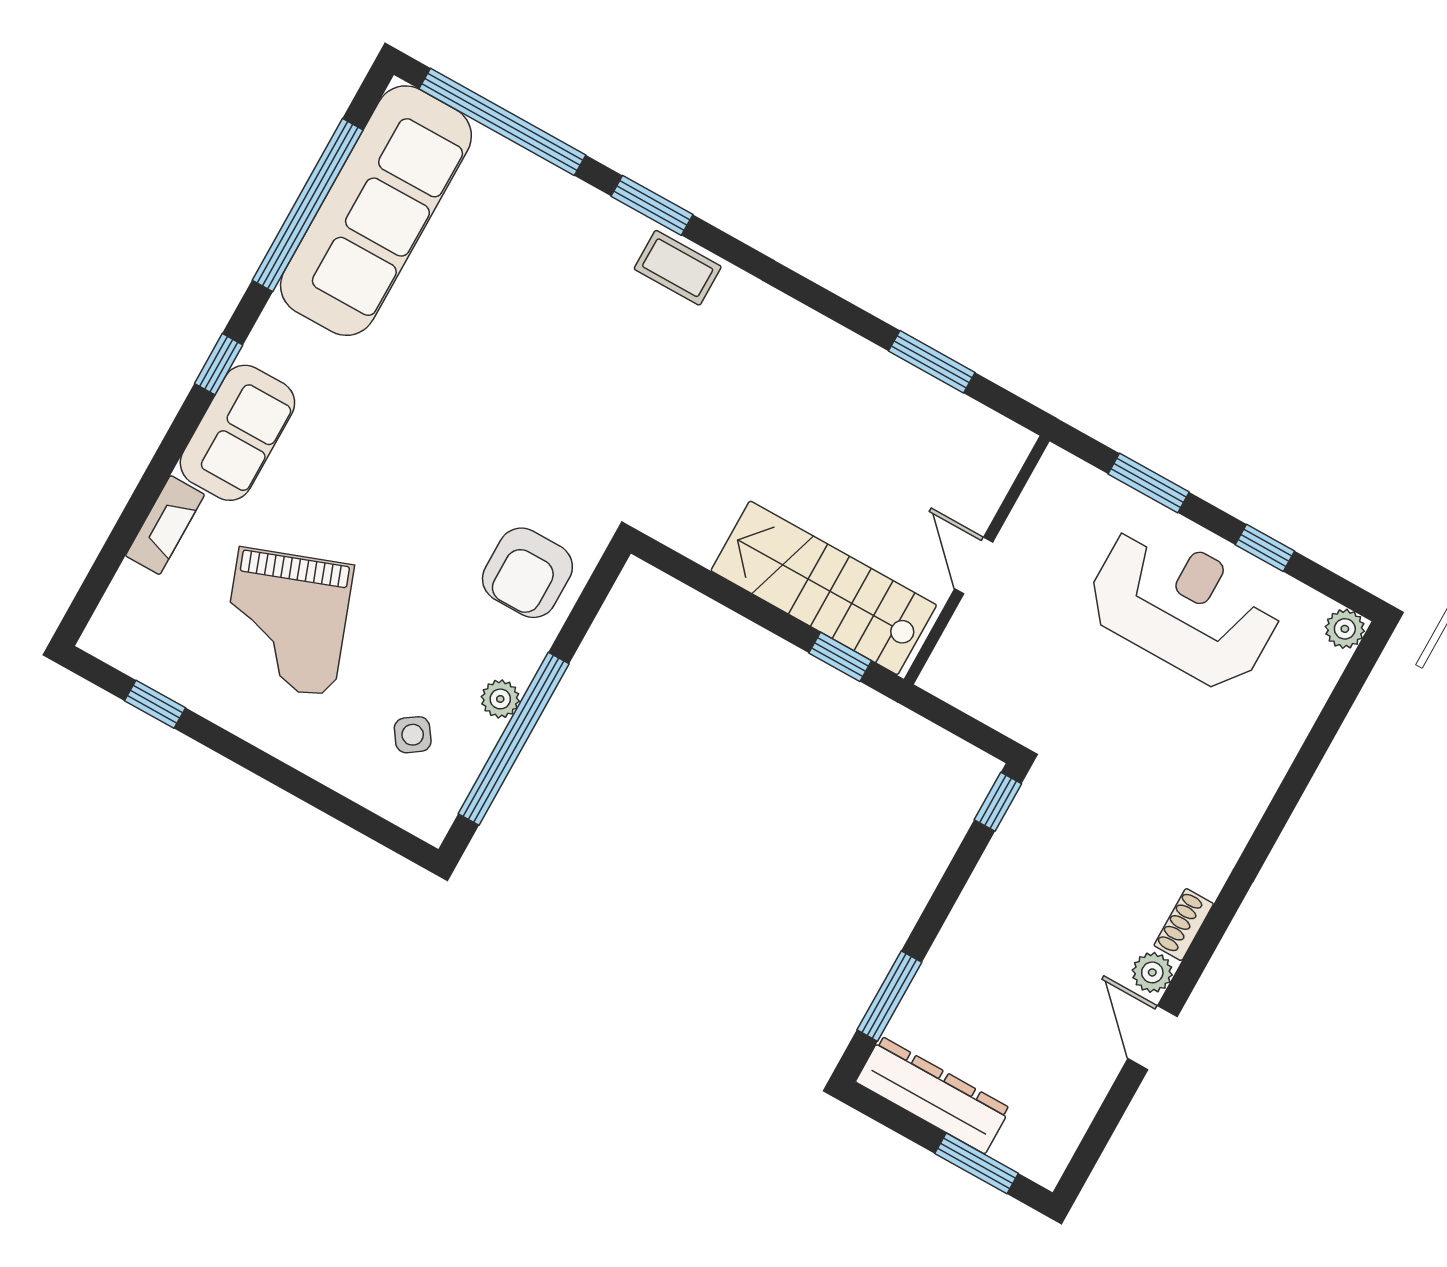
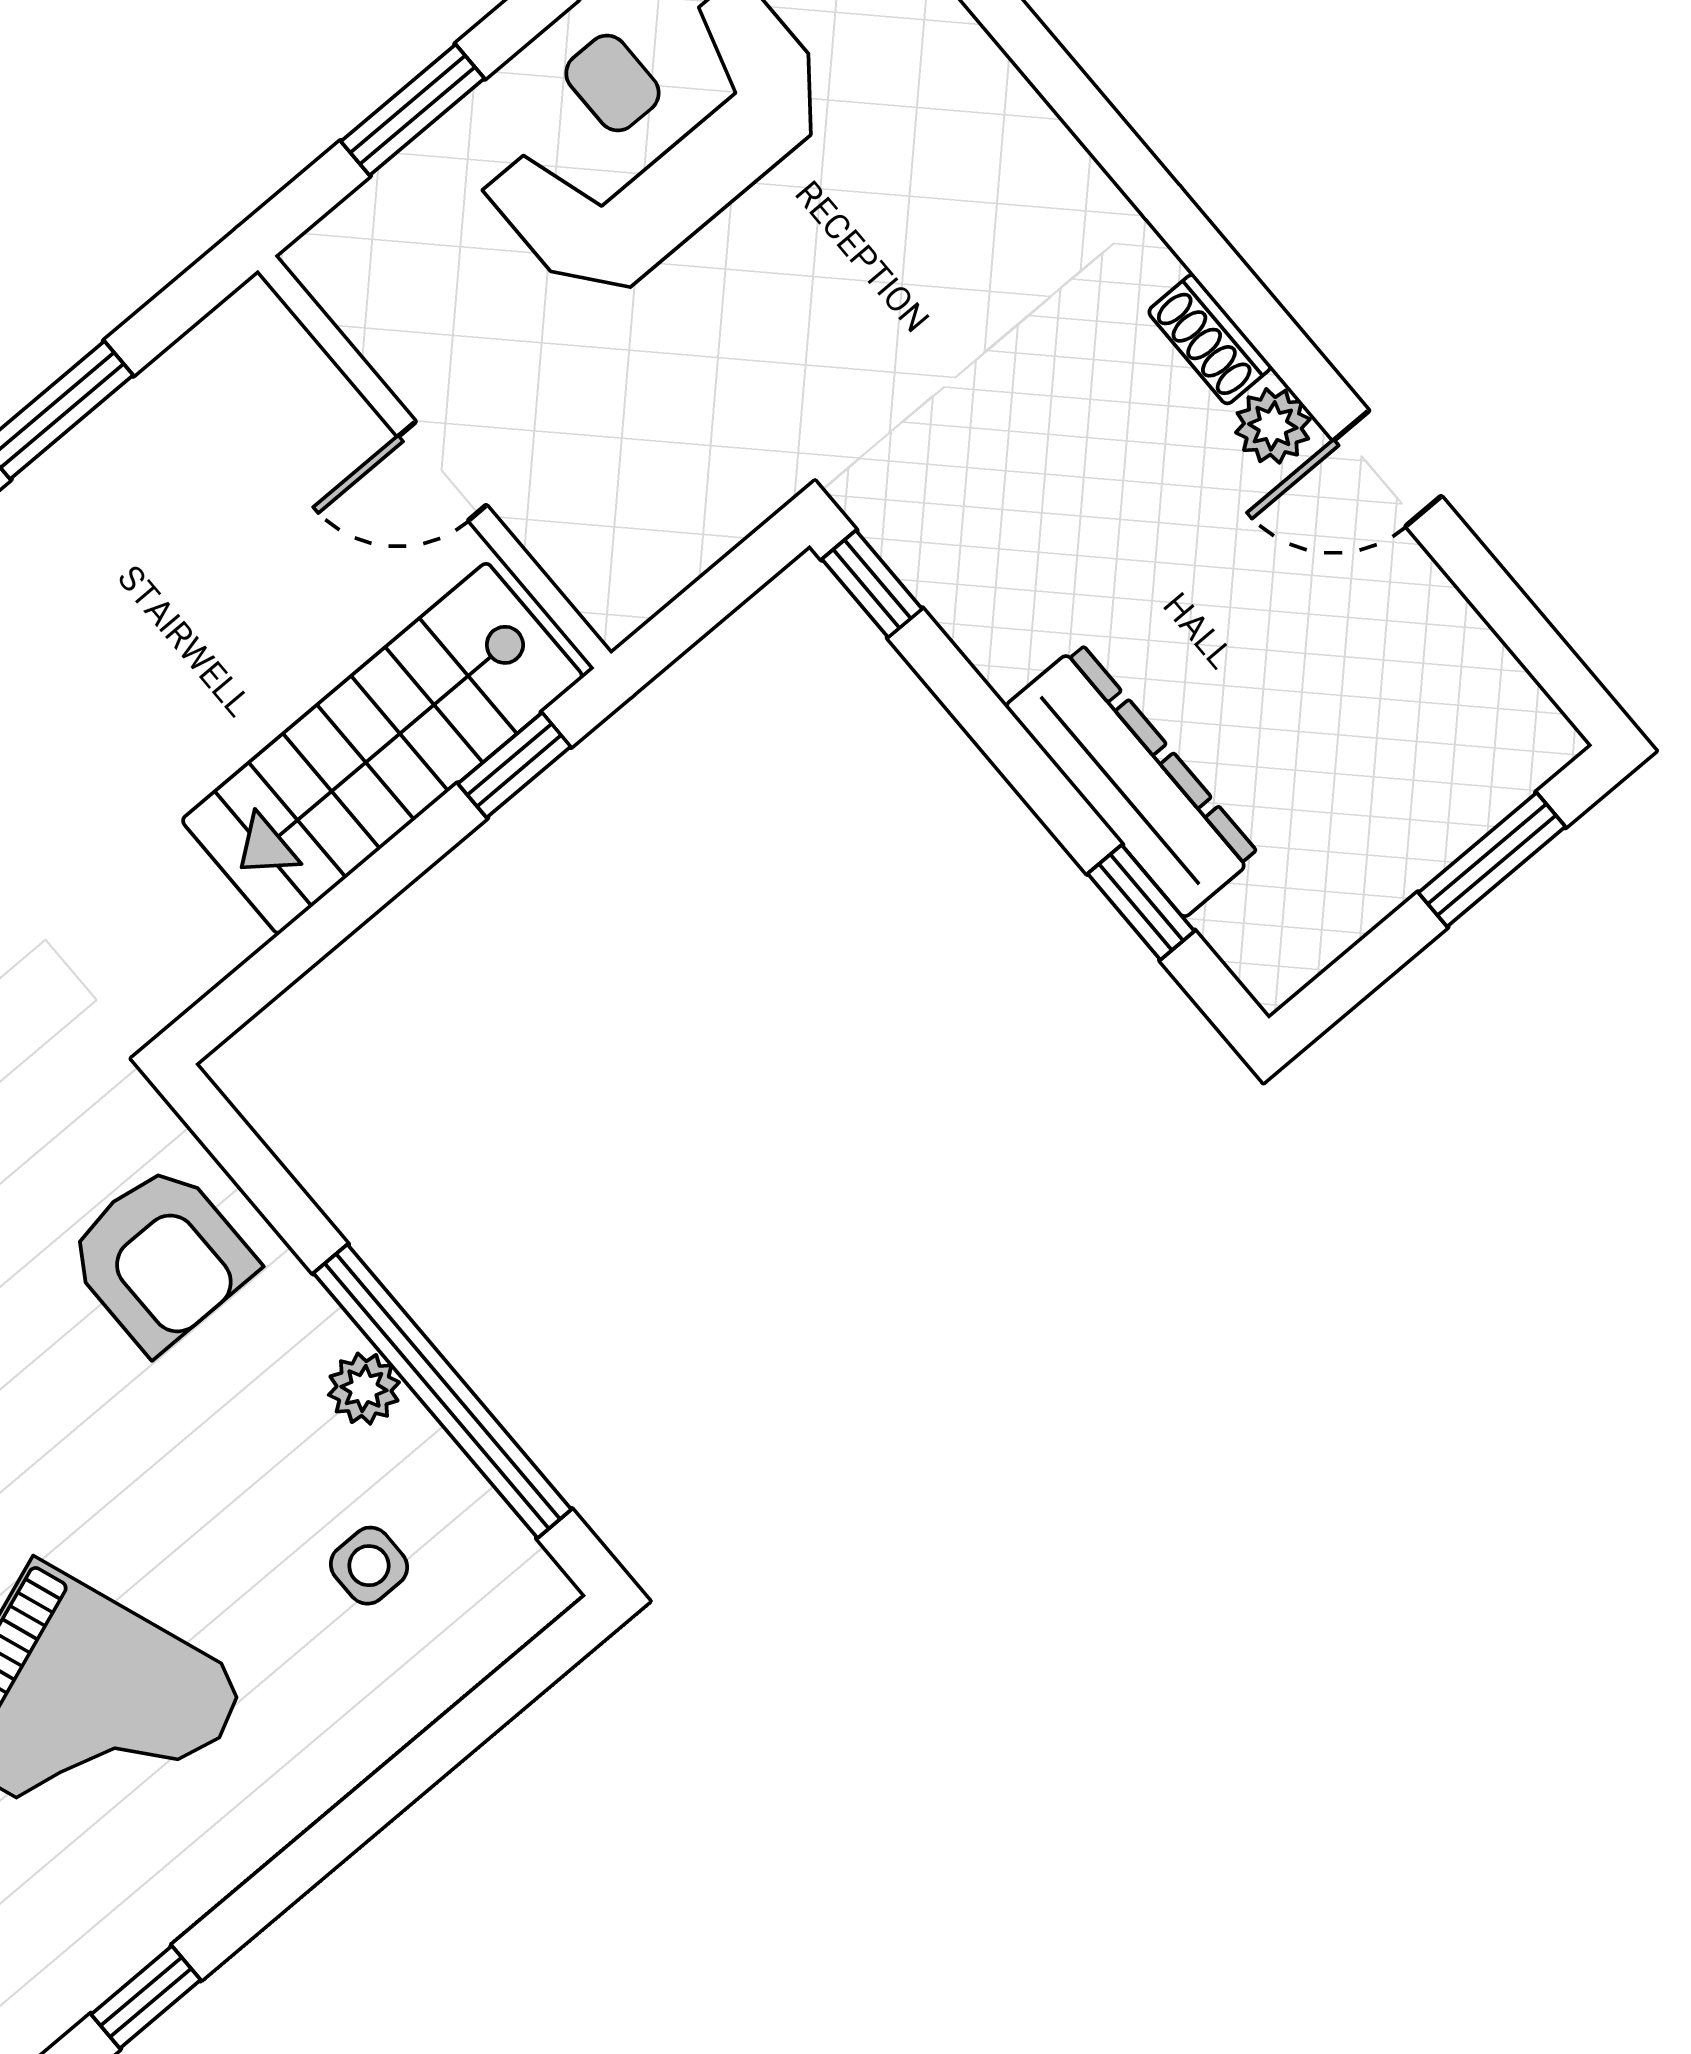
side table: (413, 735) -> (369, 1566), turned 35
window: (889, 996) -> (1141, 902), width x0.67
dresser: (933, 1095) -> (1132, 780), moved, turned 90

